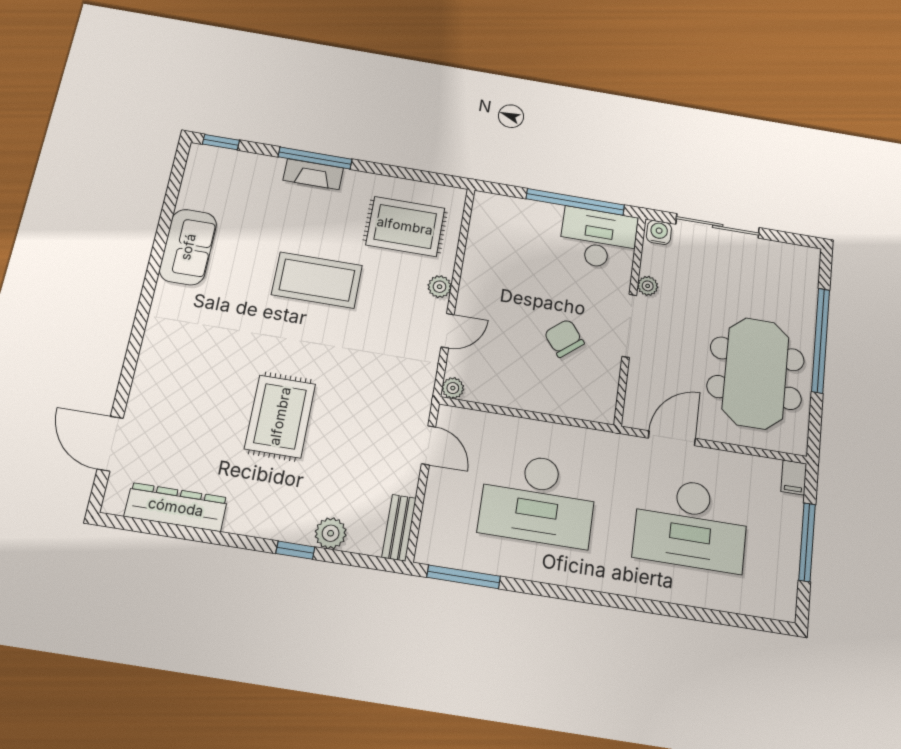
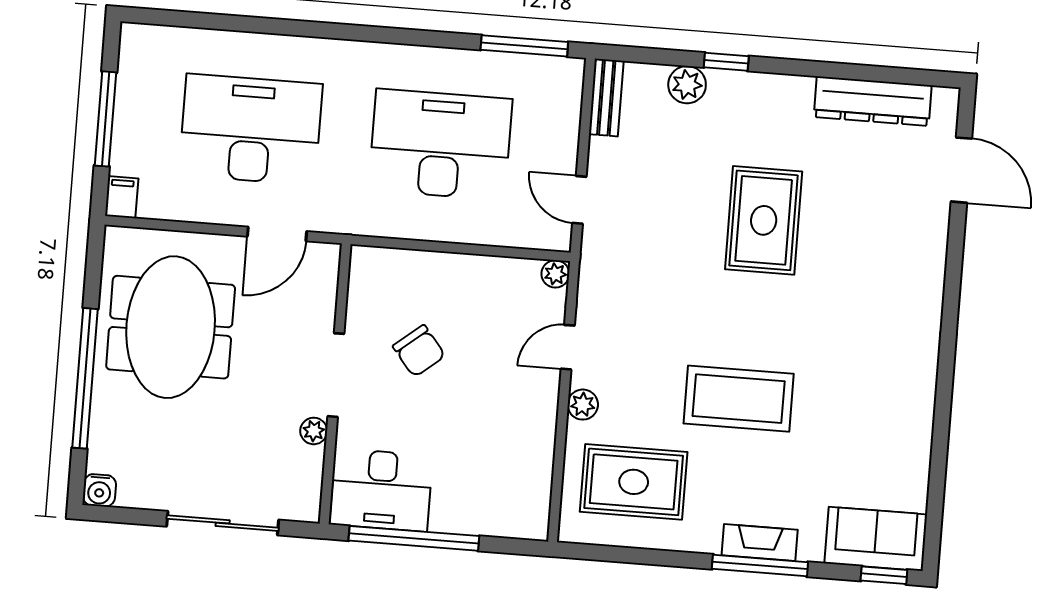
water cooler: (659, 232) -> (99, 490), moved
sofa: (188, 247) -> (876, 539), moved, turned 90

